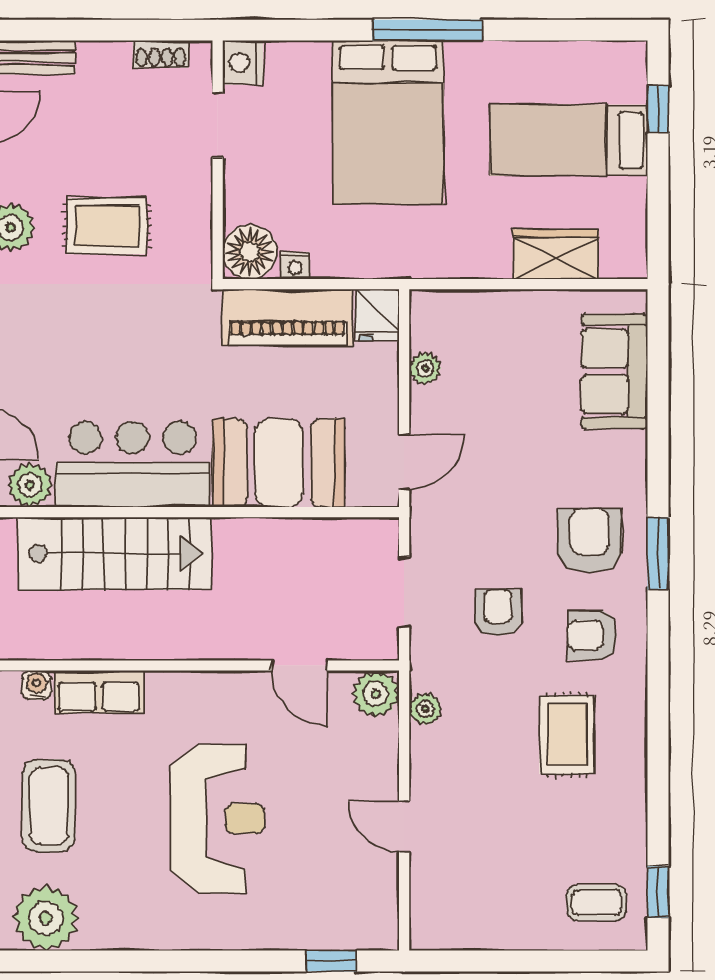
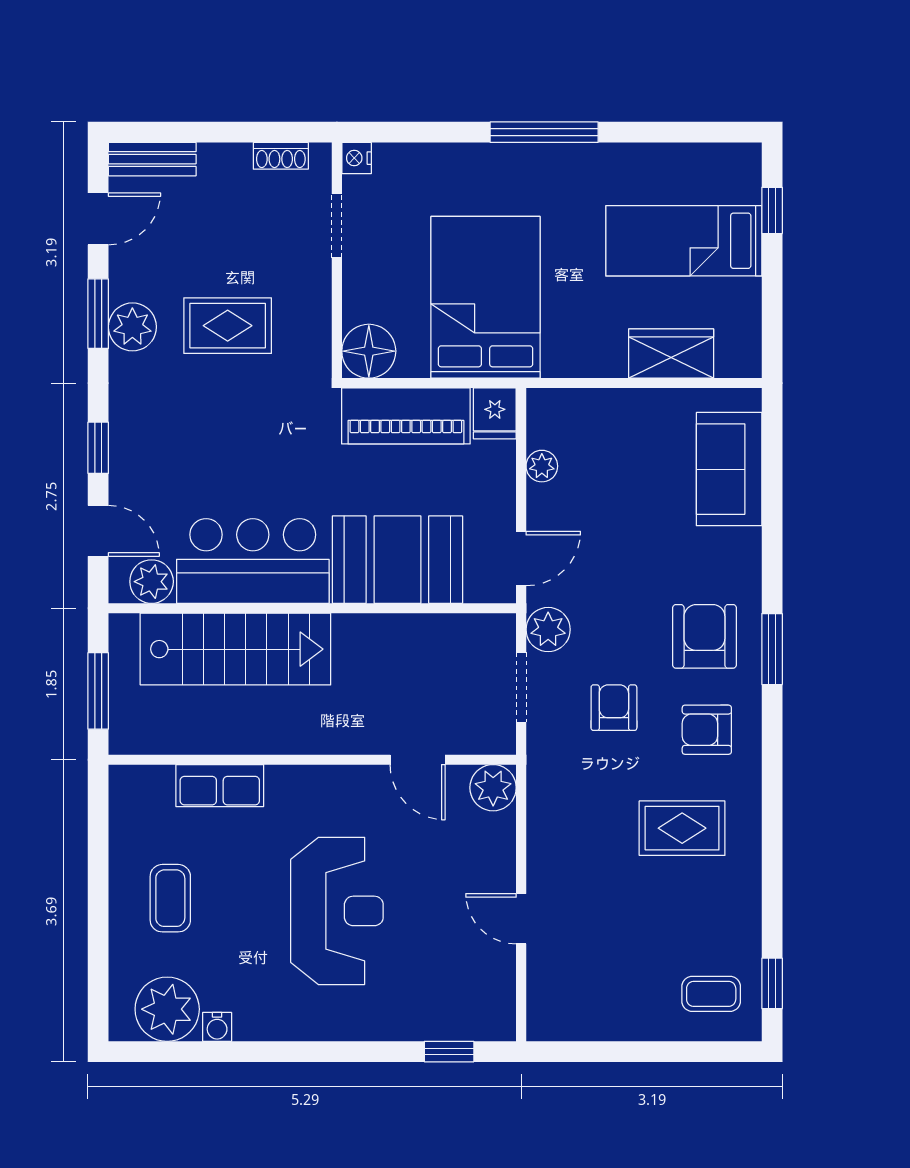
nightstand: (243, 63) -> (357, 158), width x0.72, depth x0.74
bed: (388, 122) -> (486, 297), moved, turned 180
nightstand: (295, 266) -> (413, 365), removed
water cooler: (37, 685) -> (217, 1027), moved, turned 180
plant: (425, 709) -> (548, 630), moved, width x1.38, depth x1.38
rug: (567, 735) -> (682, 828), turned 90
coffee table: (49, 806) -> (170, 898), width x0.73, depth x0.77

